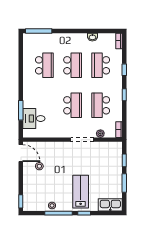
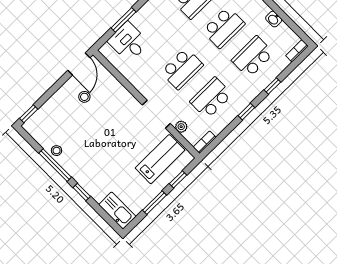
lab bench: (81, 192) -> (160, 159), moved

